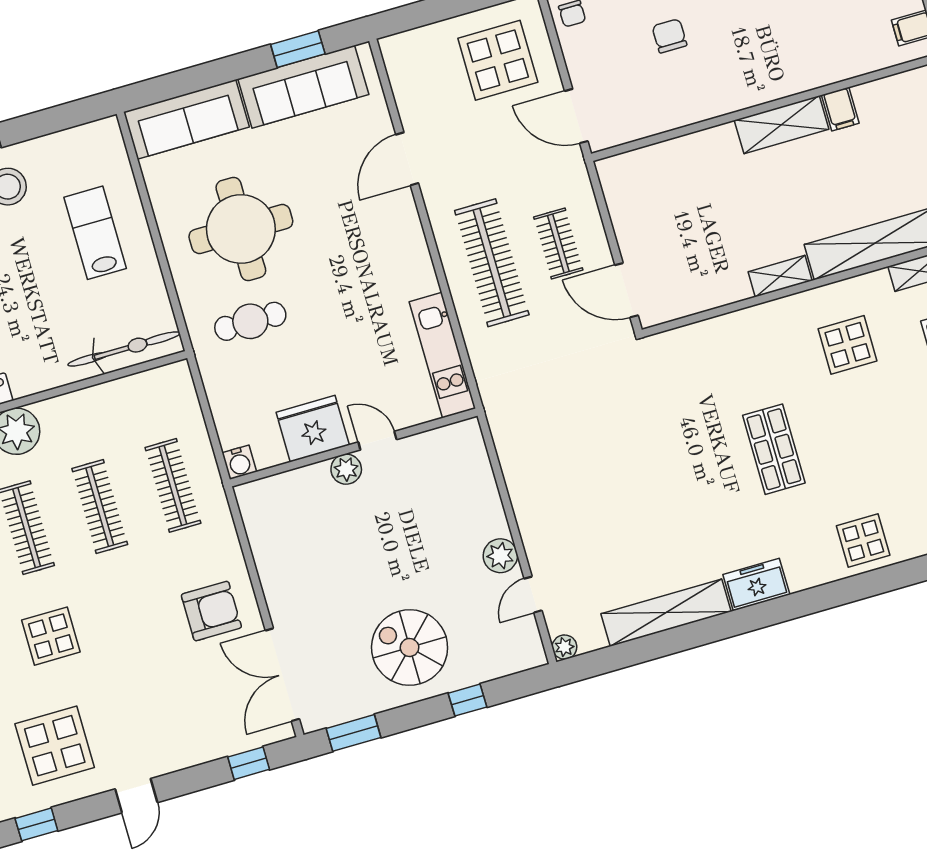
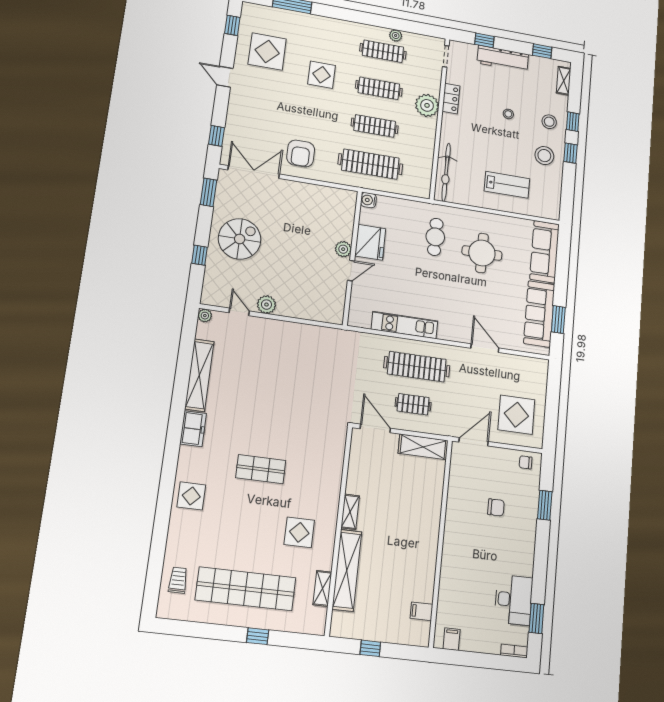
filing cabinet: (840, 109) -> (422, 611), moved
shelving: (782, 125) -> (423, 447), moved, turned 90
round table: (241, 229) -> (482, 253), width x0.73, depth x0.73
door: (627, 290) -> (375, 428), hinge flipped
kitchen unit: (442, 355) -> (405, 325), moved
clothes rail: (173, 485) -> (370, 164), width x1.37, depth x1.31

